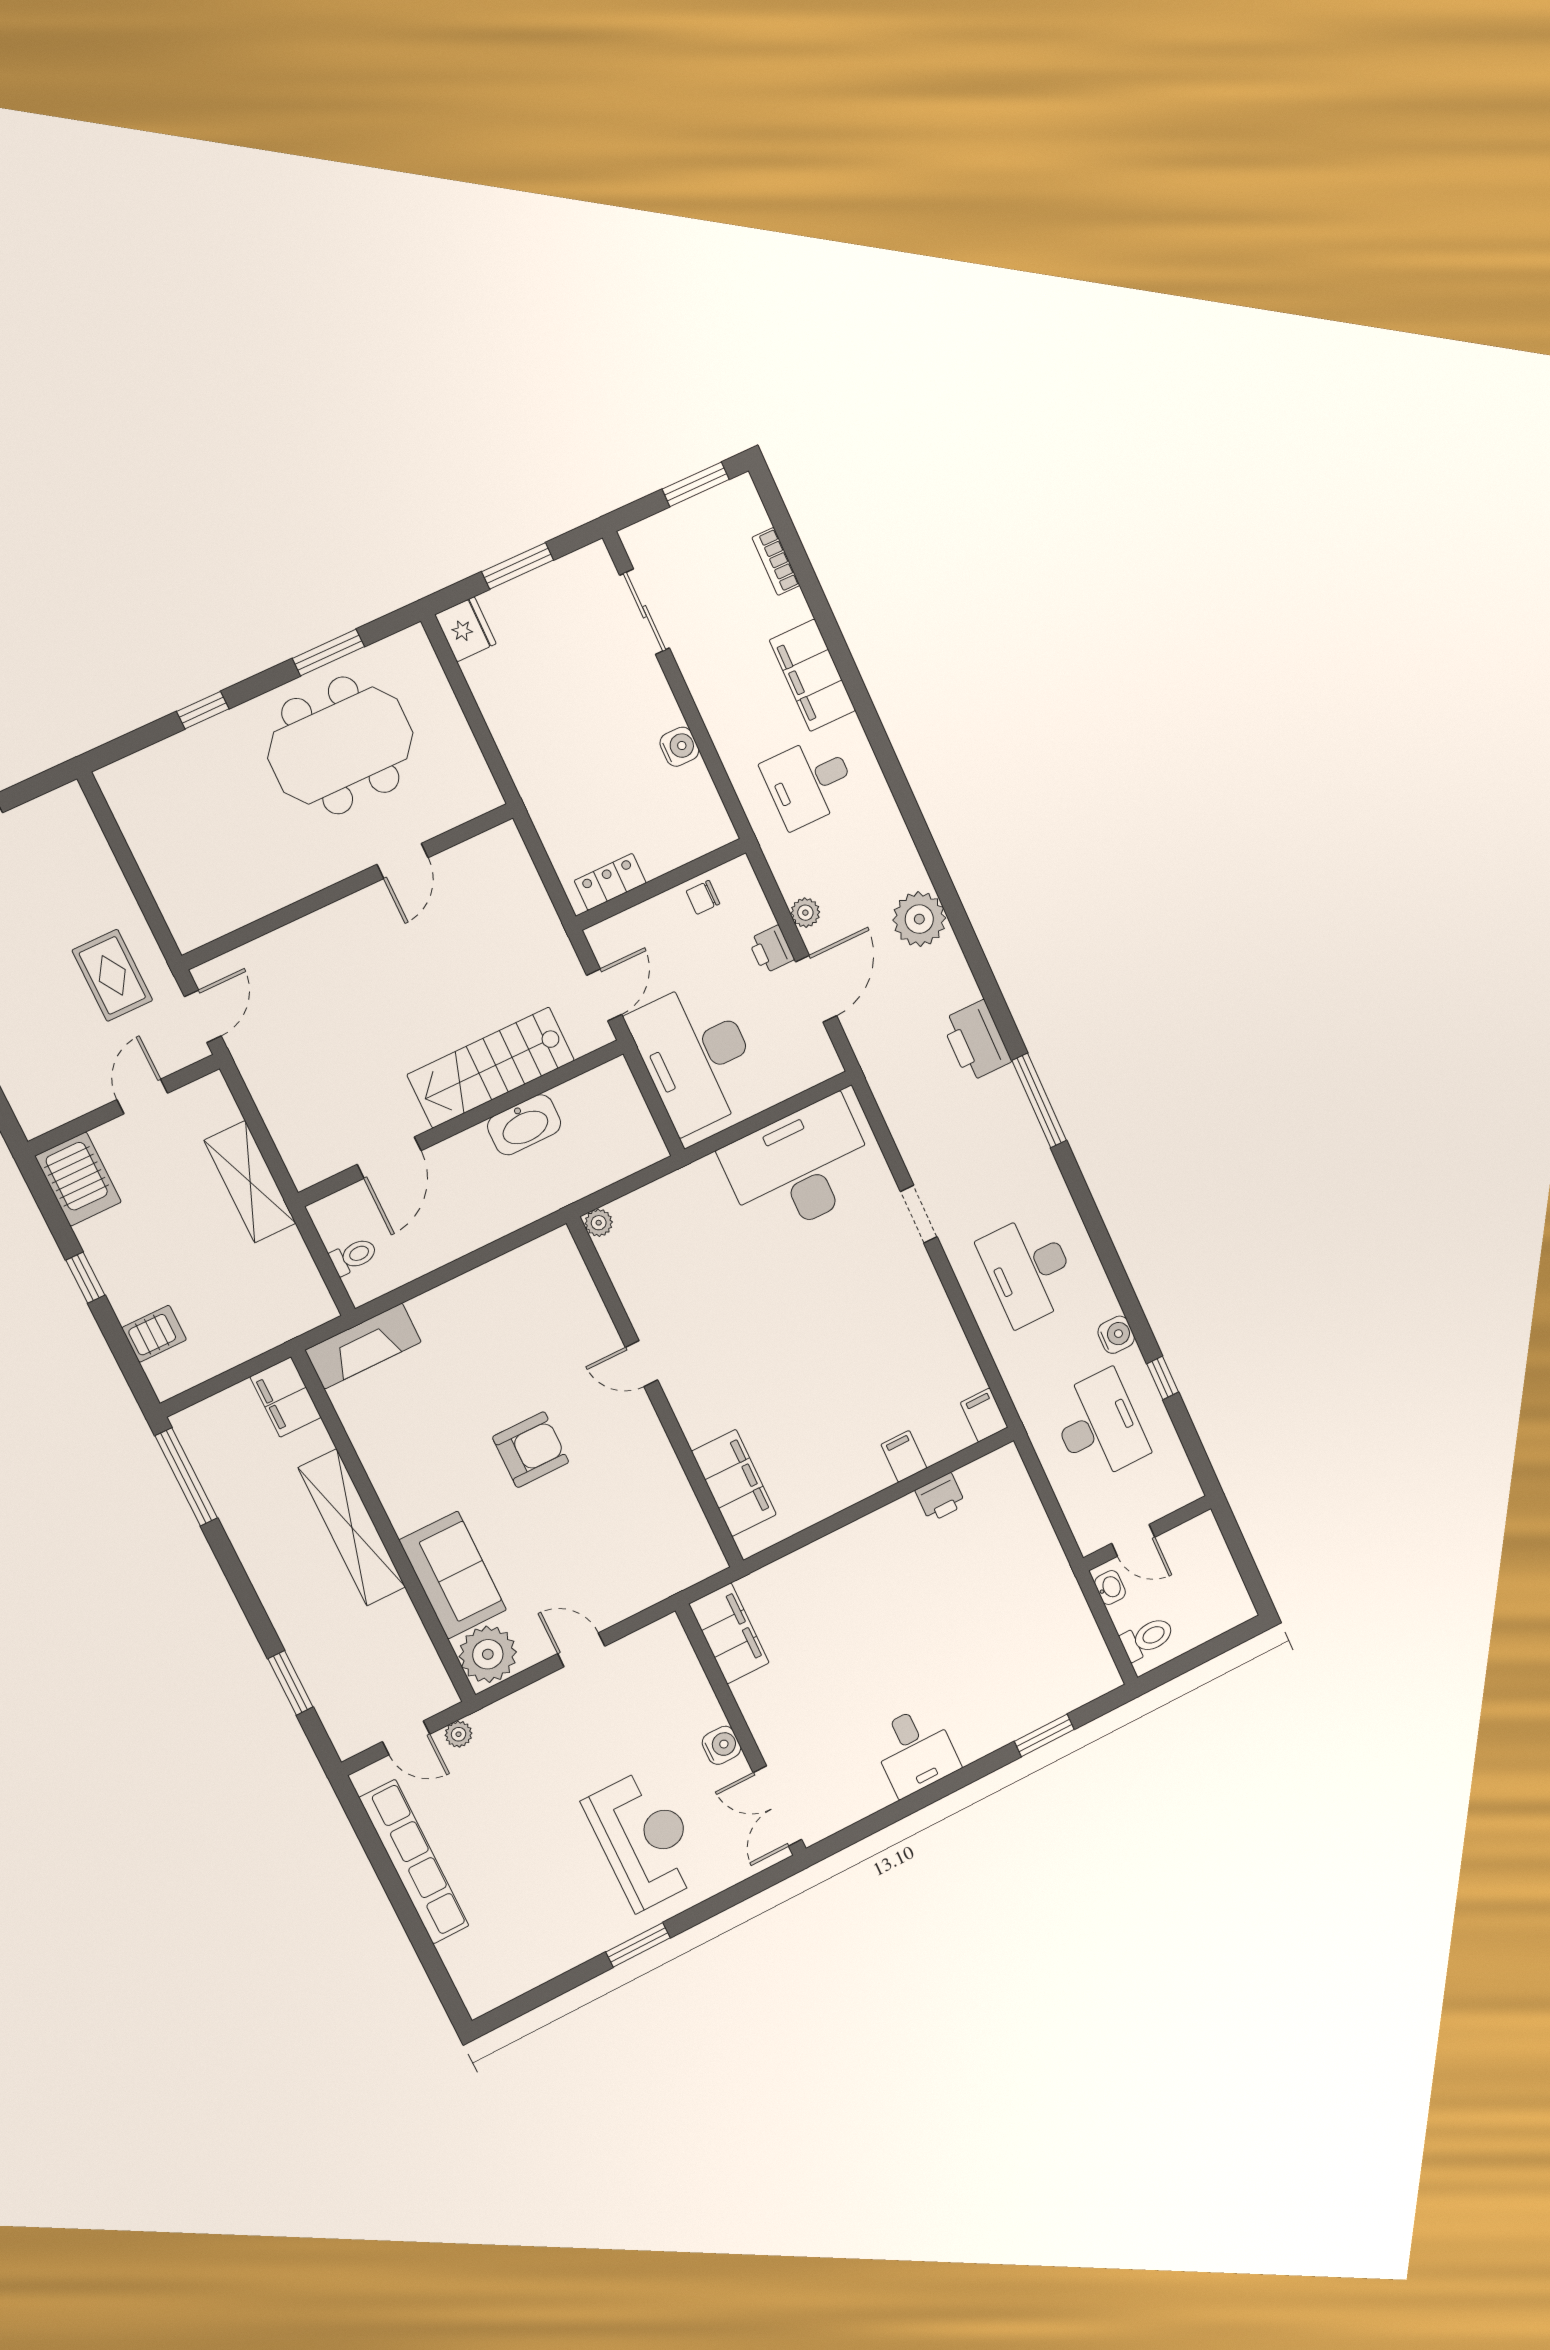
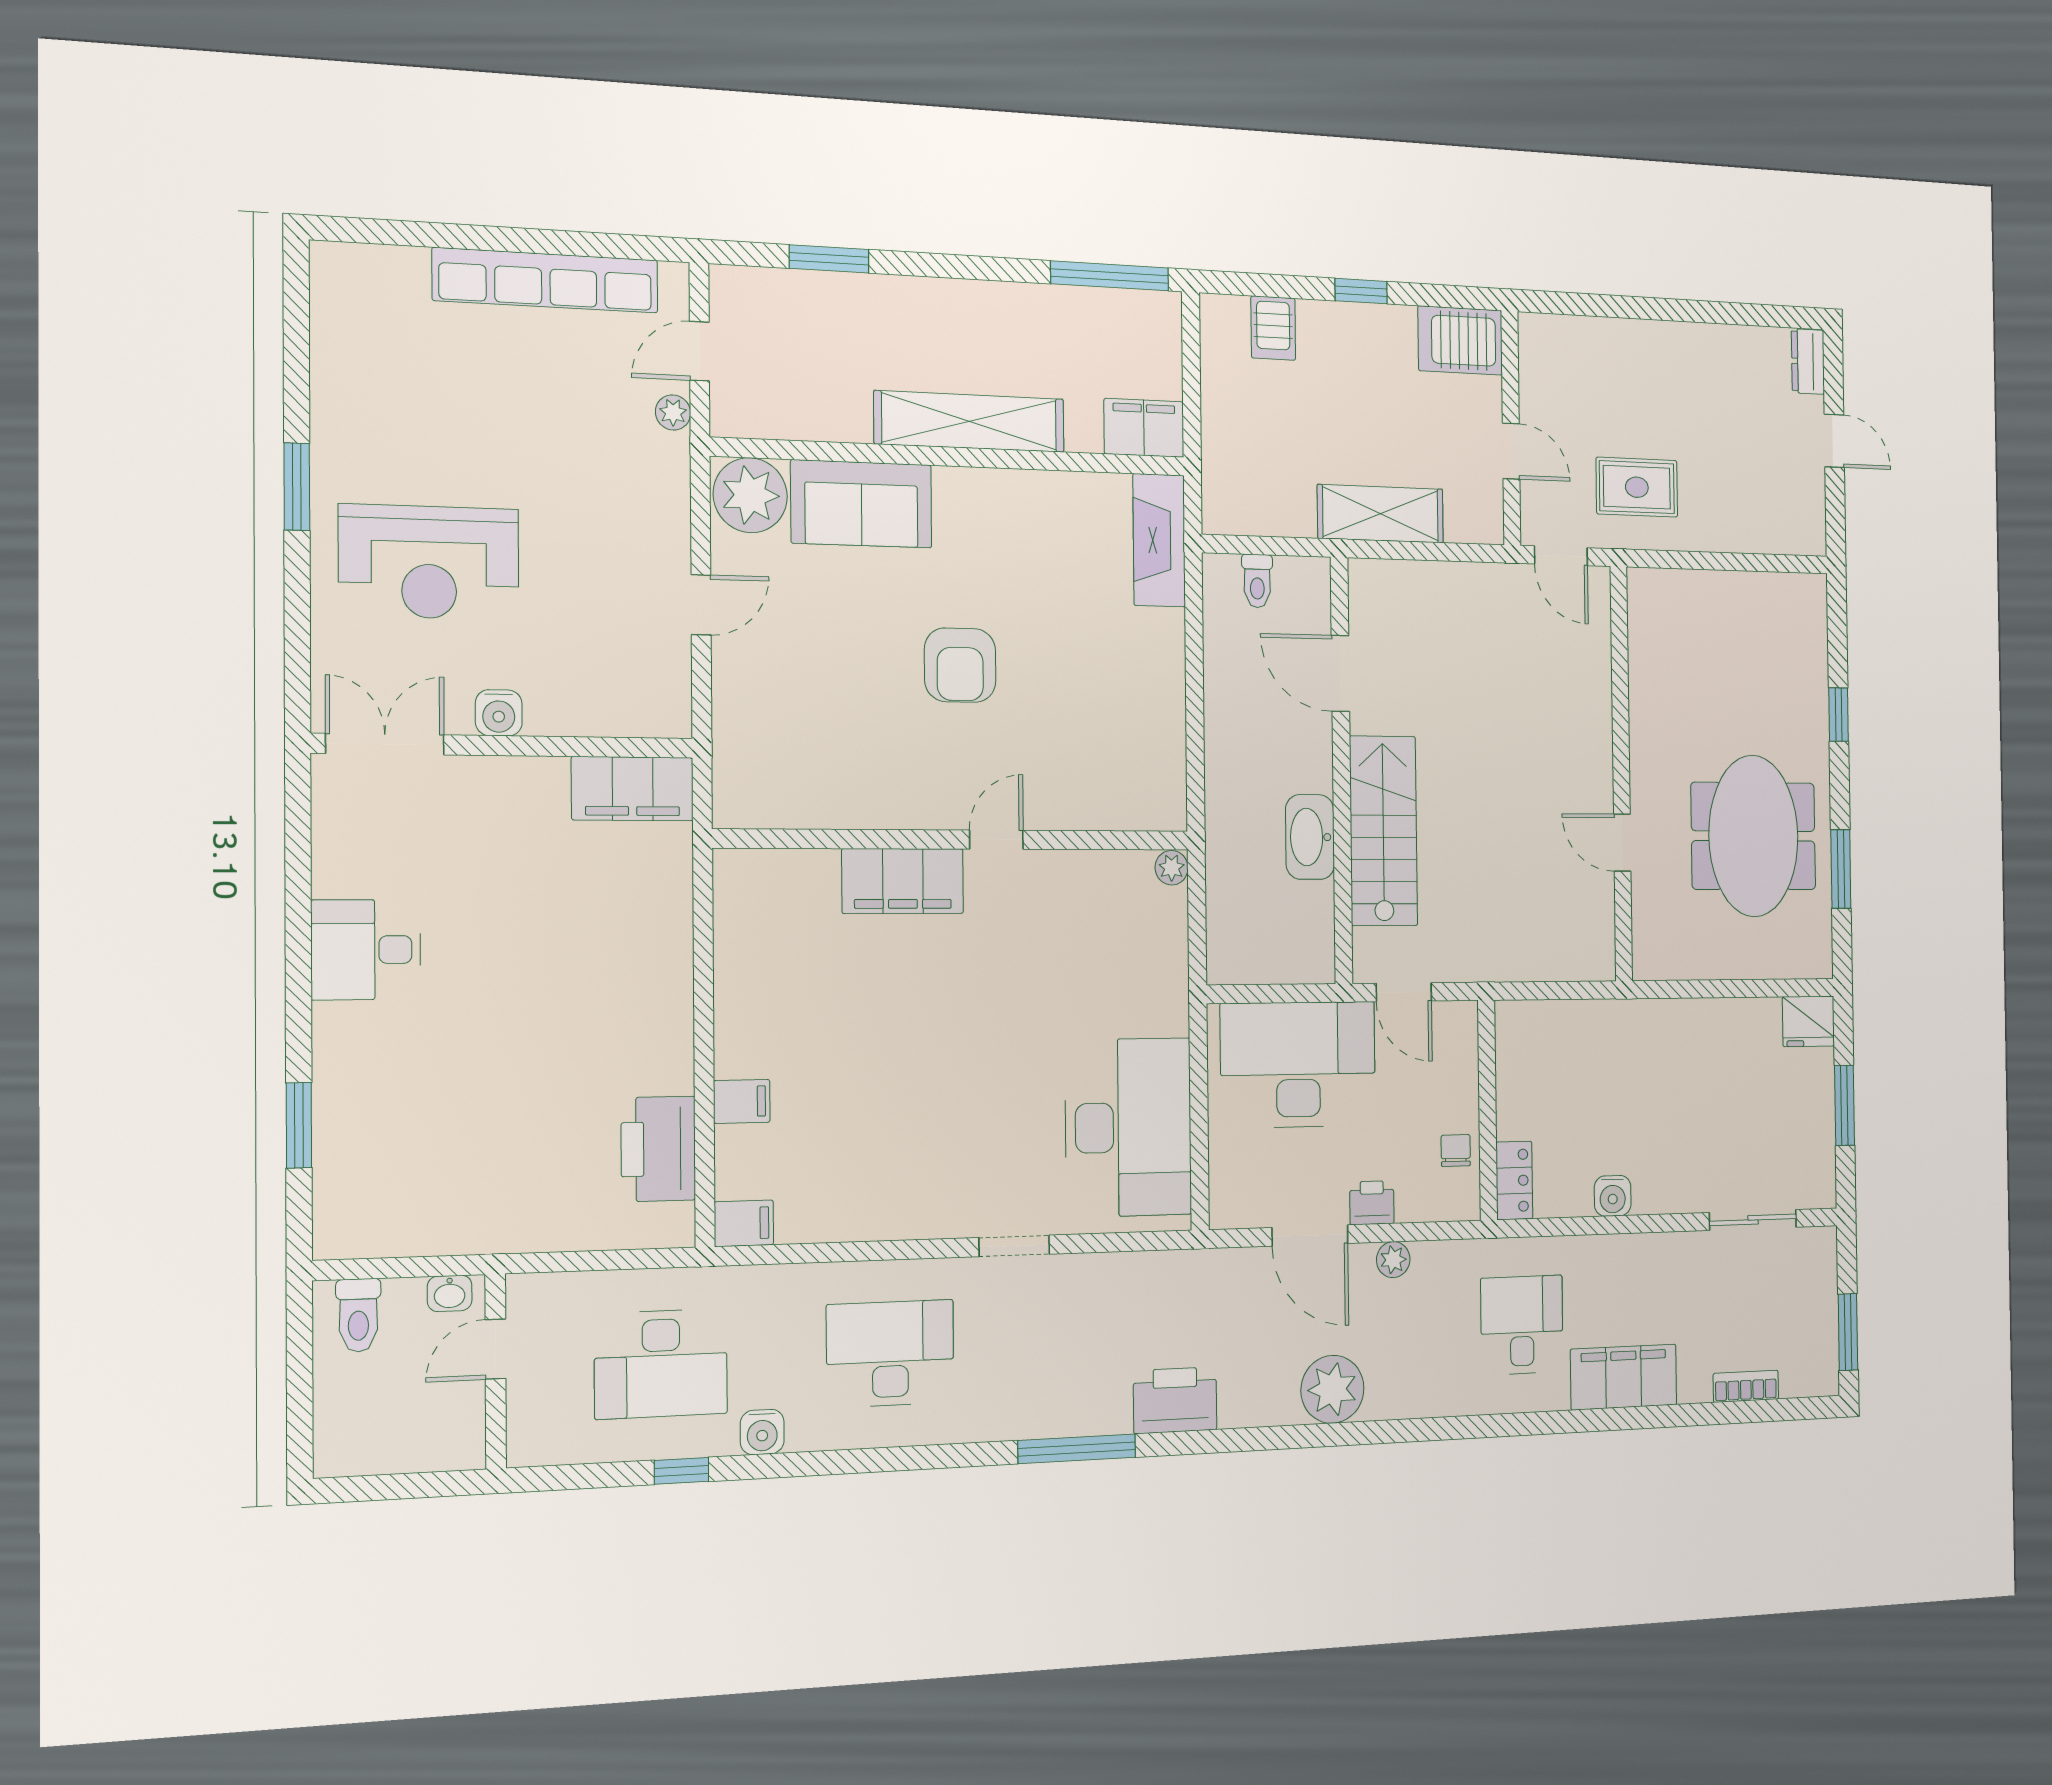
locker: (610, 882) -> (1514, 1180), moved
filing cabinet: (734, 1483) -> (903, 881), moved
printer: (940, 1497) -> (658, 1149), width x1.87, depth x1.48

